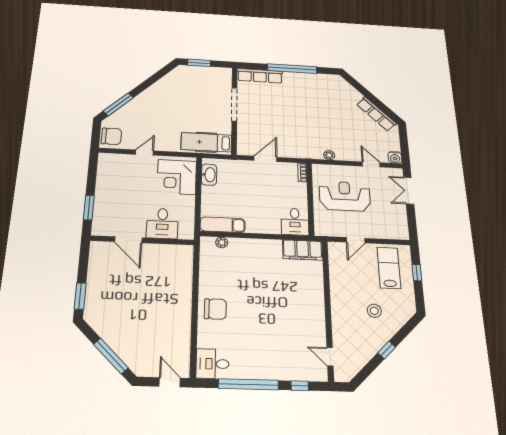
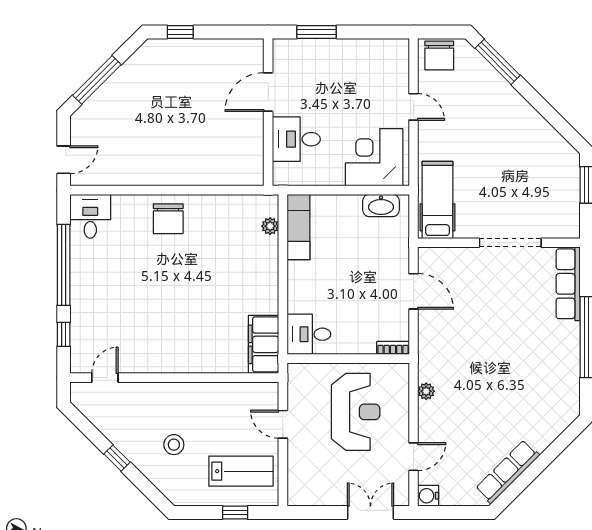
window: (80, 296) -> (180, 32), width x0.67

